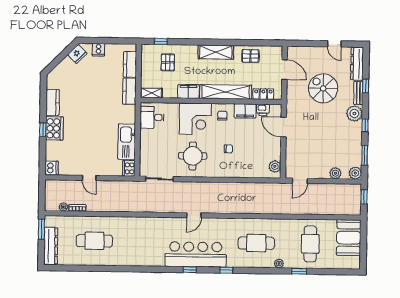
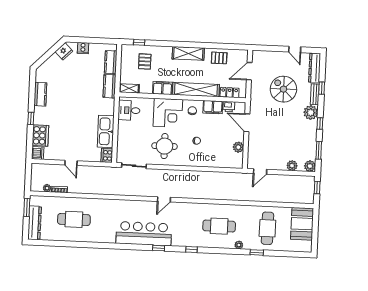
door: (284, 70) -> (249, 71), swing flipped
cooker: (54, 128) -> (40, 135), moved
plant: (275, 166) -> (238, 147), moved
bar counter: (196, 254) -> (144, 234), moved

